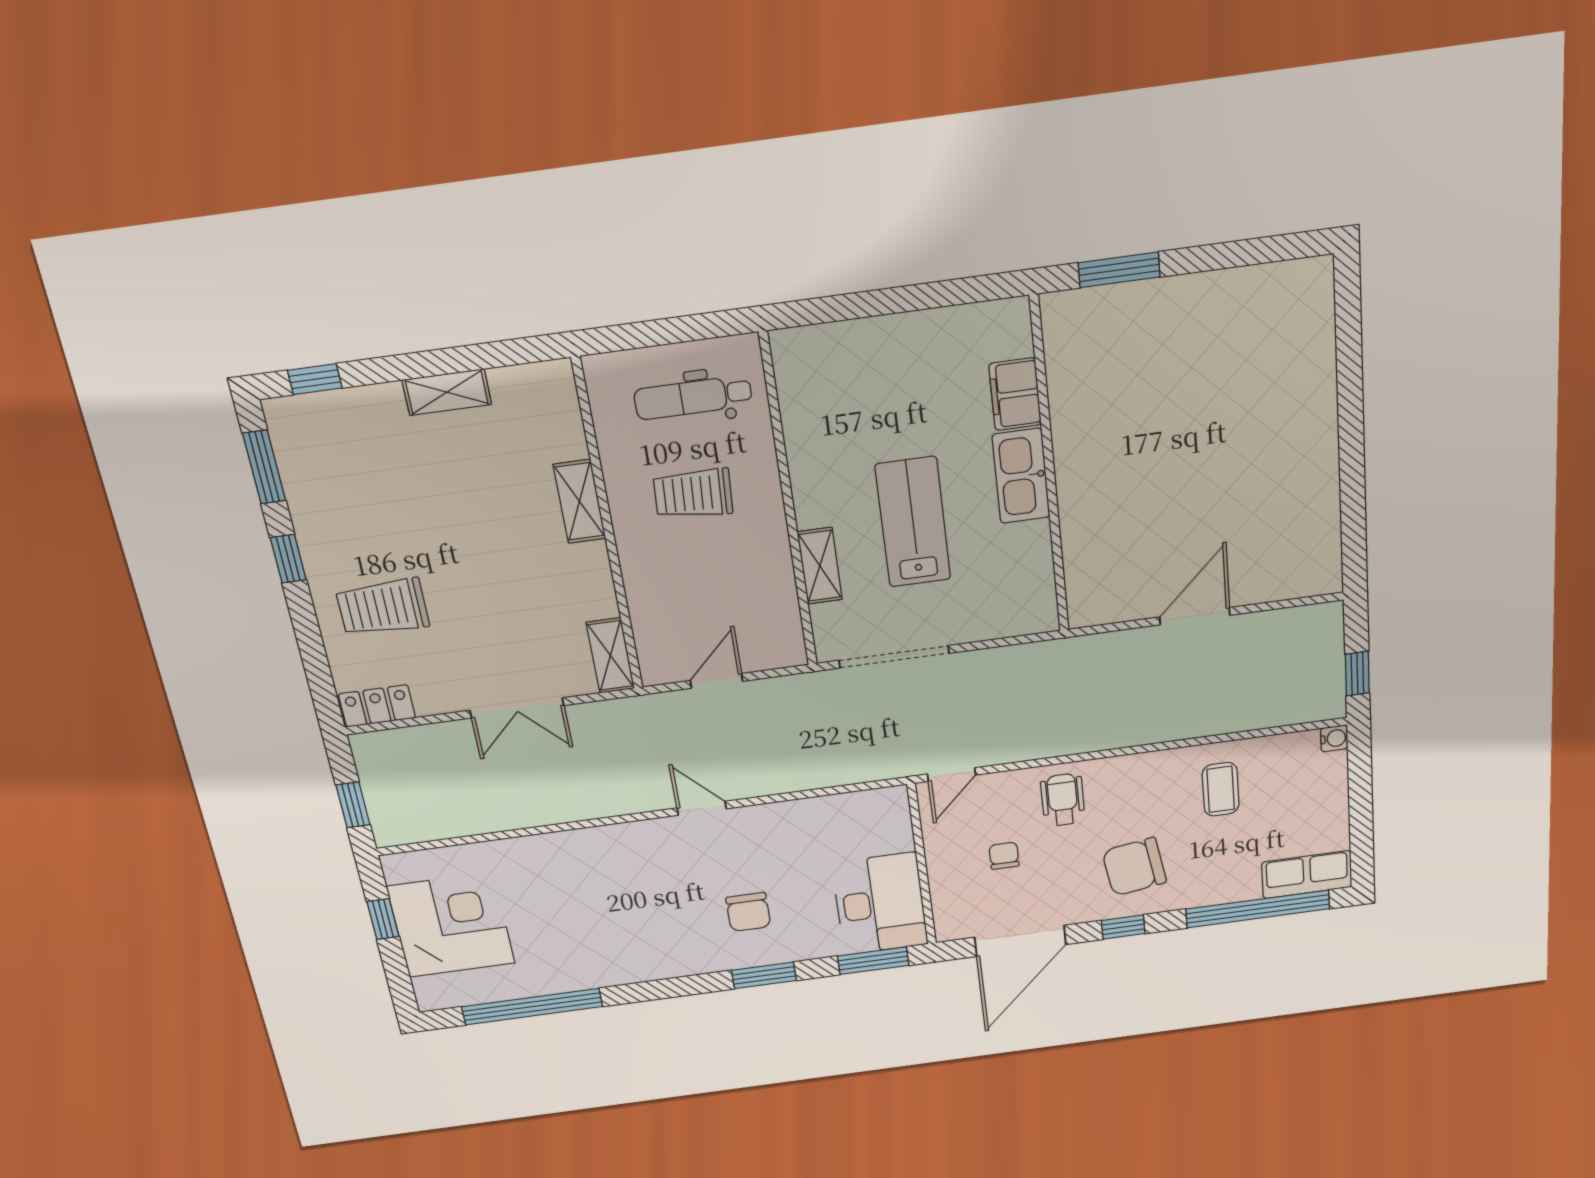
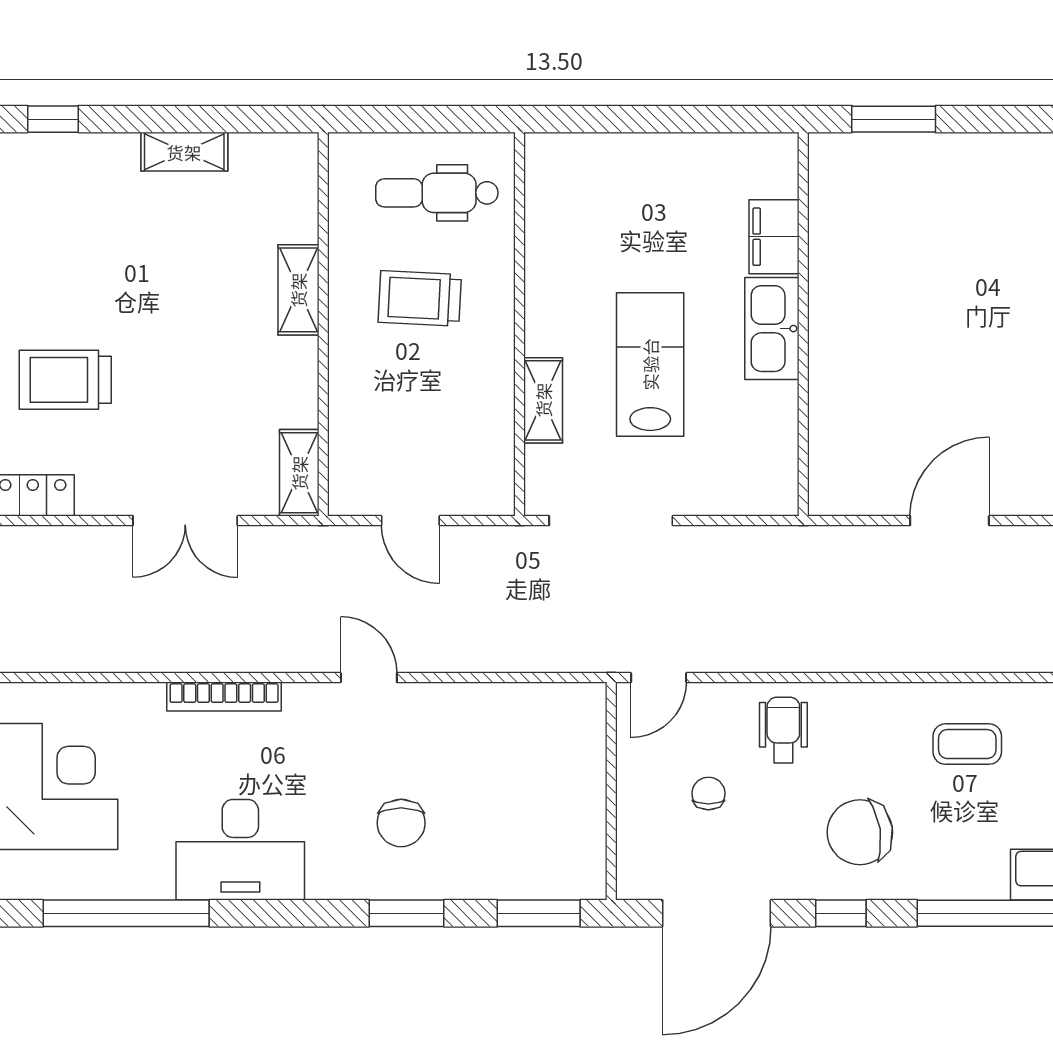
door: (716, 681) -> (410, 521), swing flipped
coffee table: (1221, 789) -> (967, 744), turned 90
bookcase: (580, 839) -> (224, 697), added
desk: (880, 904) -> (240, 850), moved, turned 90

